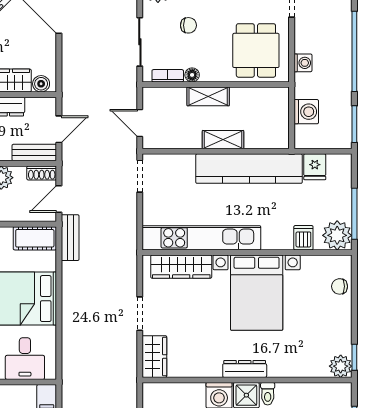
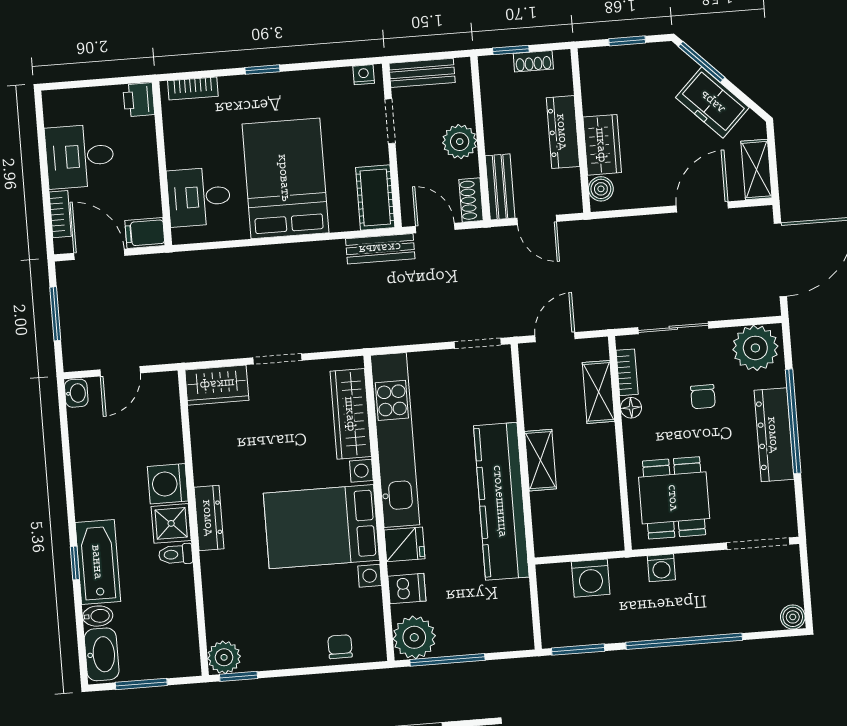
dining table: (256, 50) -> (674, 498), turned 90
shelving: (208, 96) -> (598, 392), moved
fridge: (315, 167) -> (405, 544), moved, turned 180

